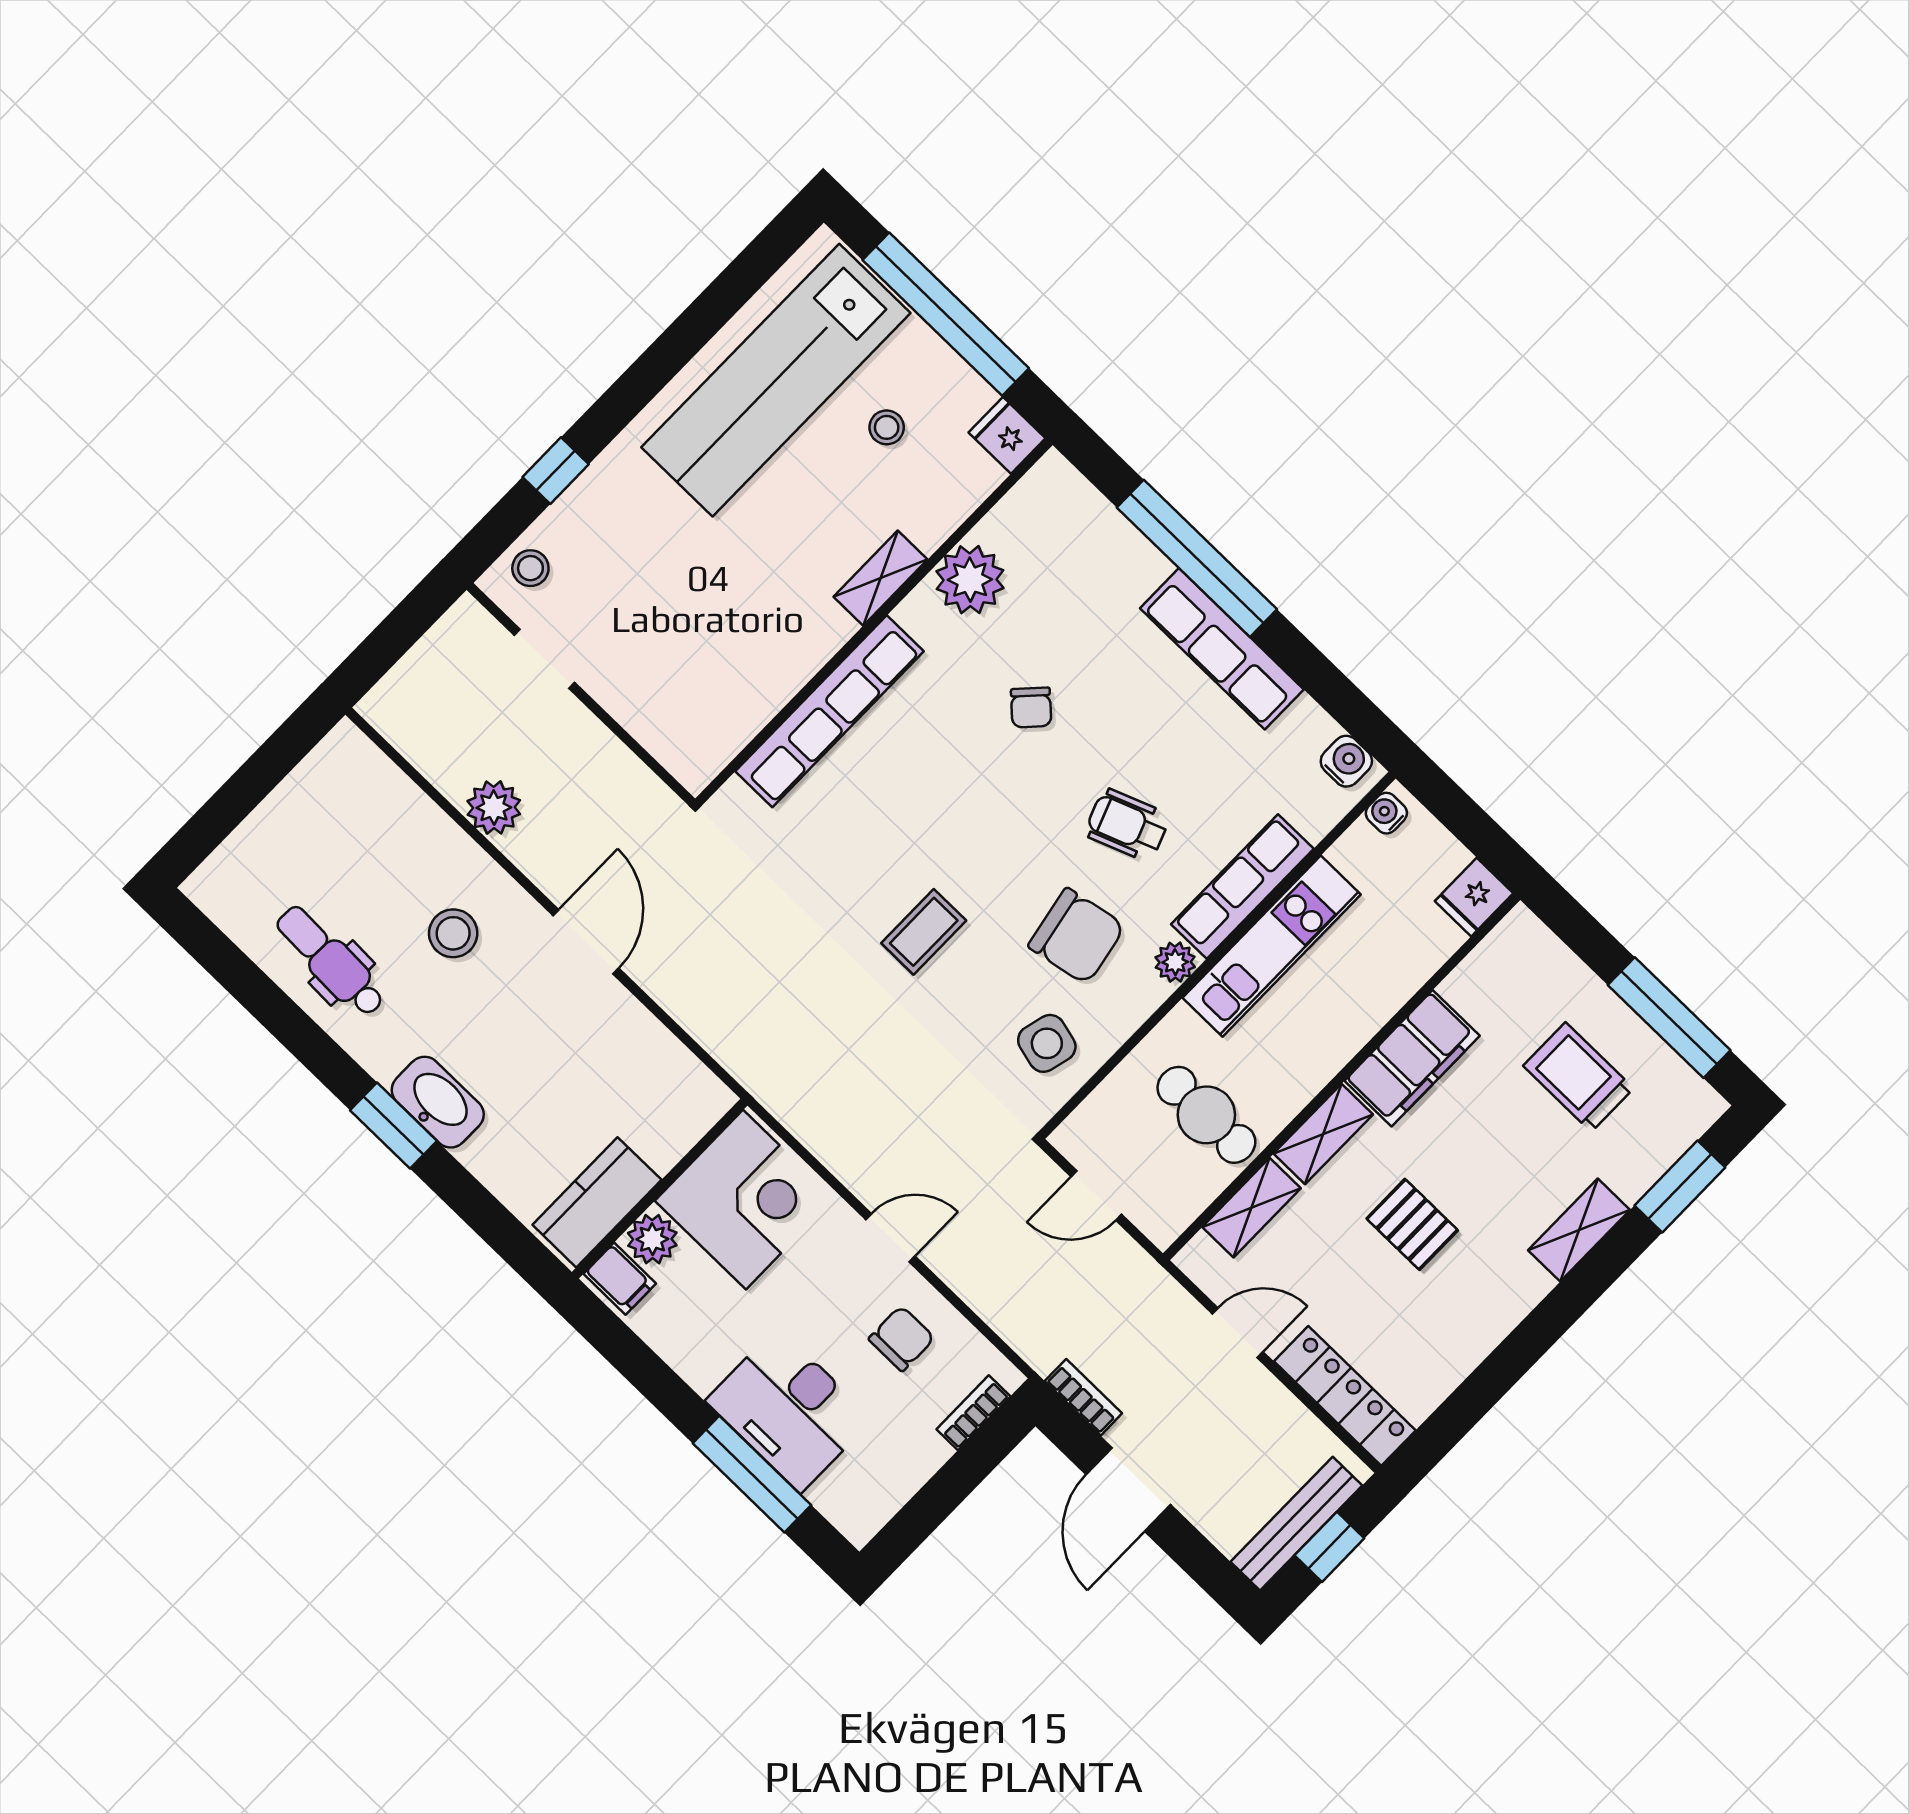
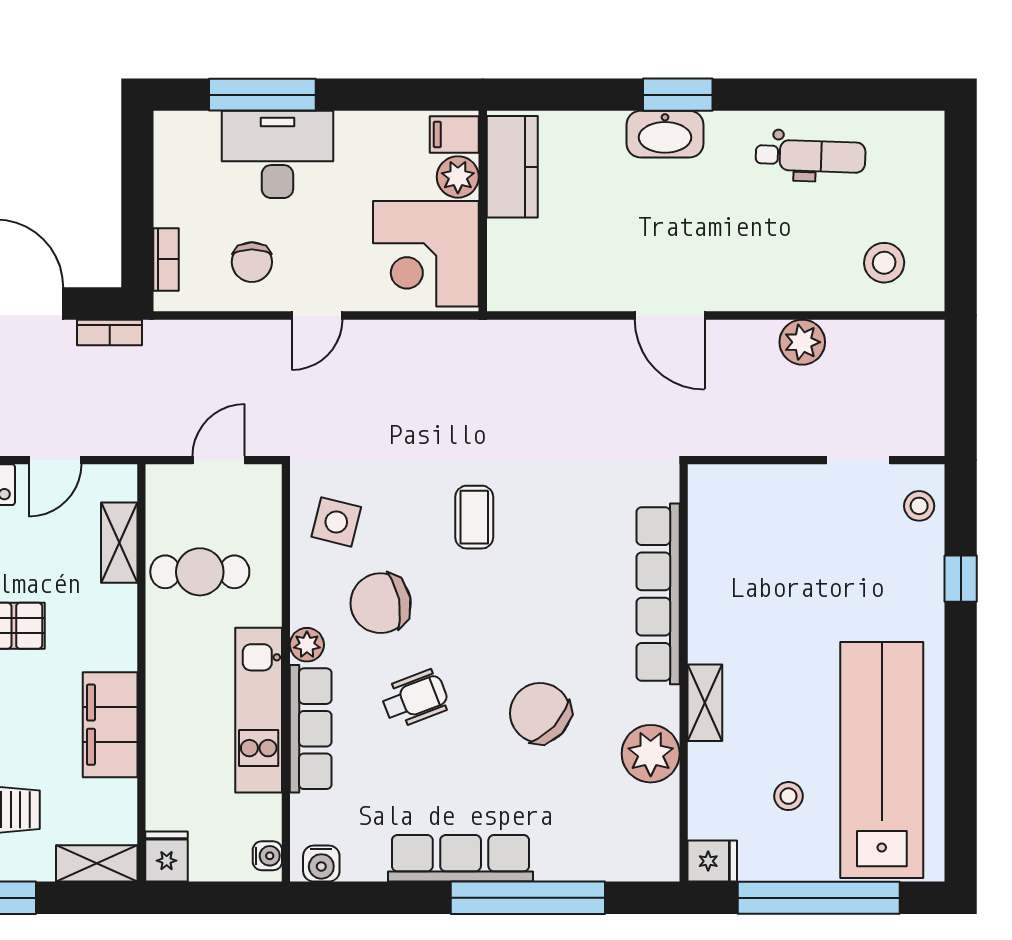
chair: (1031, 707) -> (540, 713), width x1.87, depth x1.87
stool: (453, 933) -> (884, 263), moved
shelving: (1323, 1134) -> (97, 863), moved, turned 90

